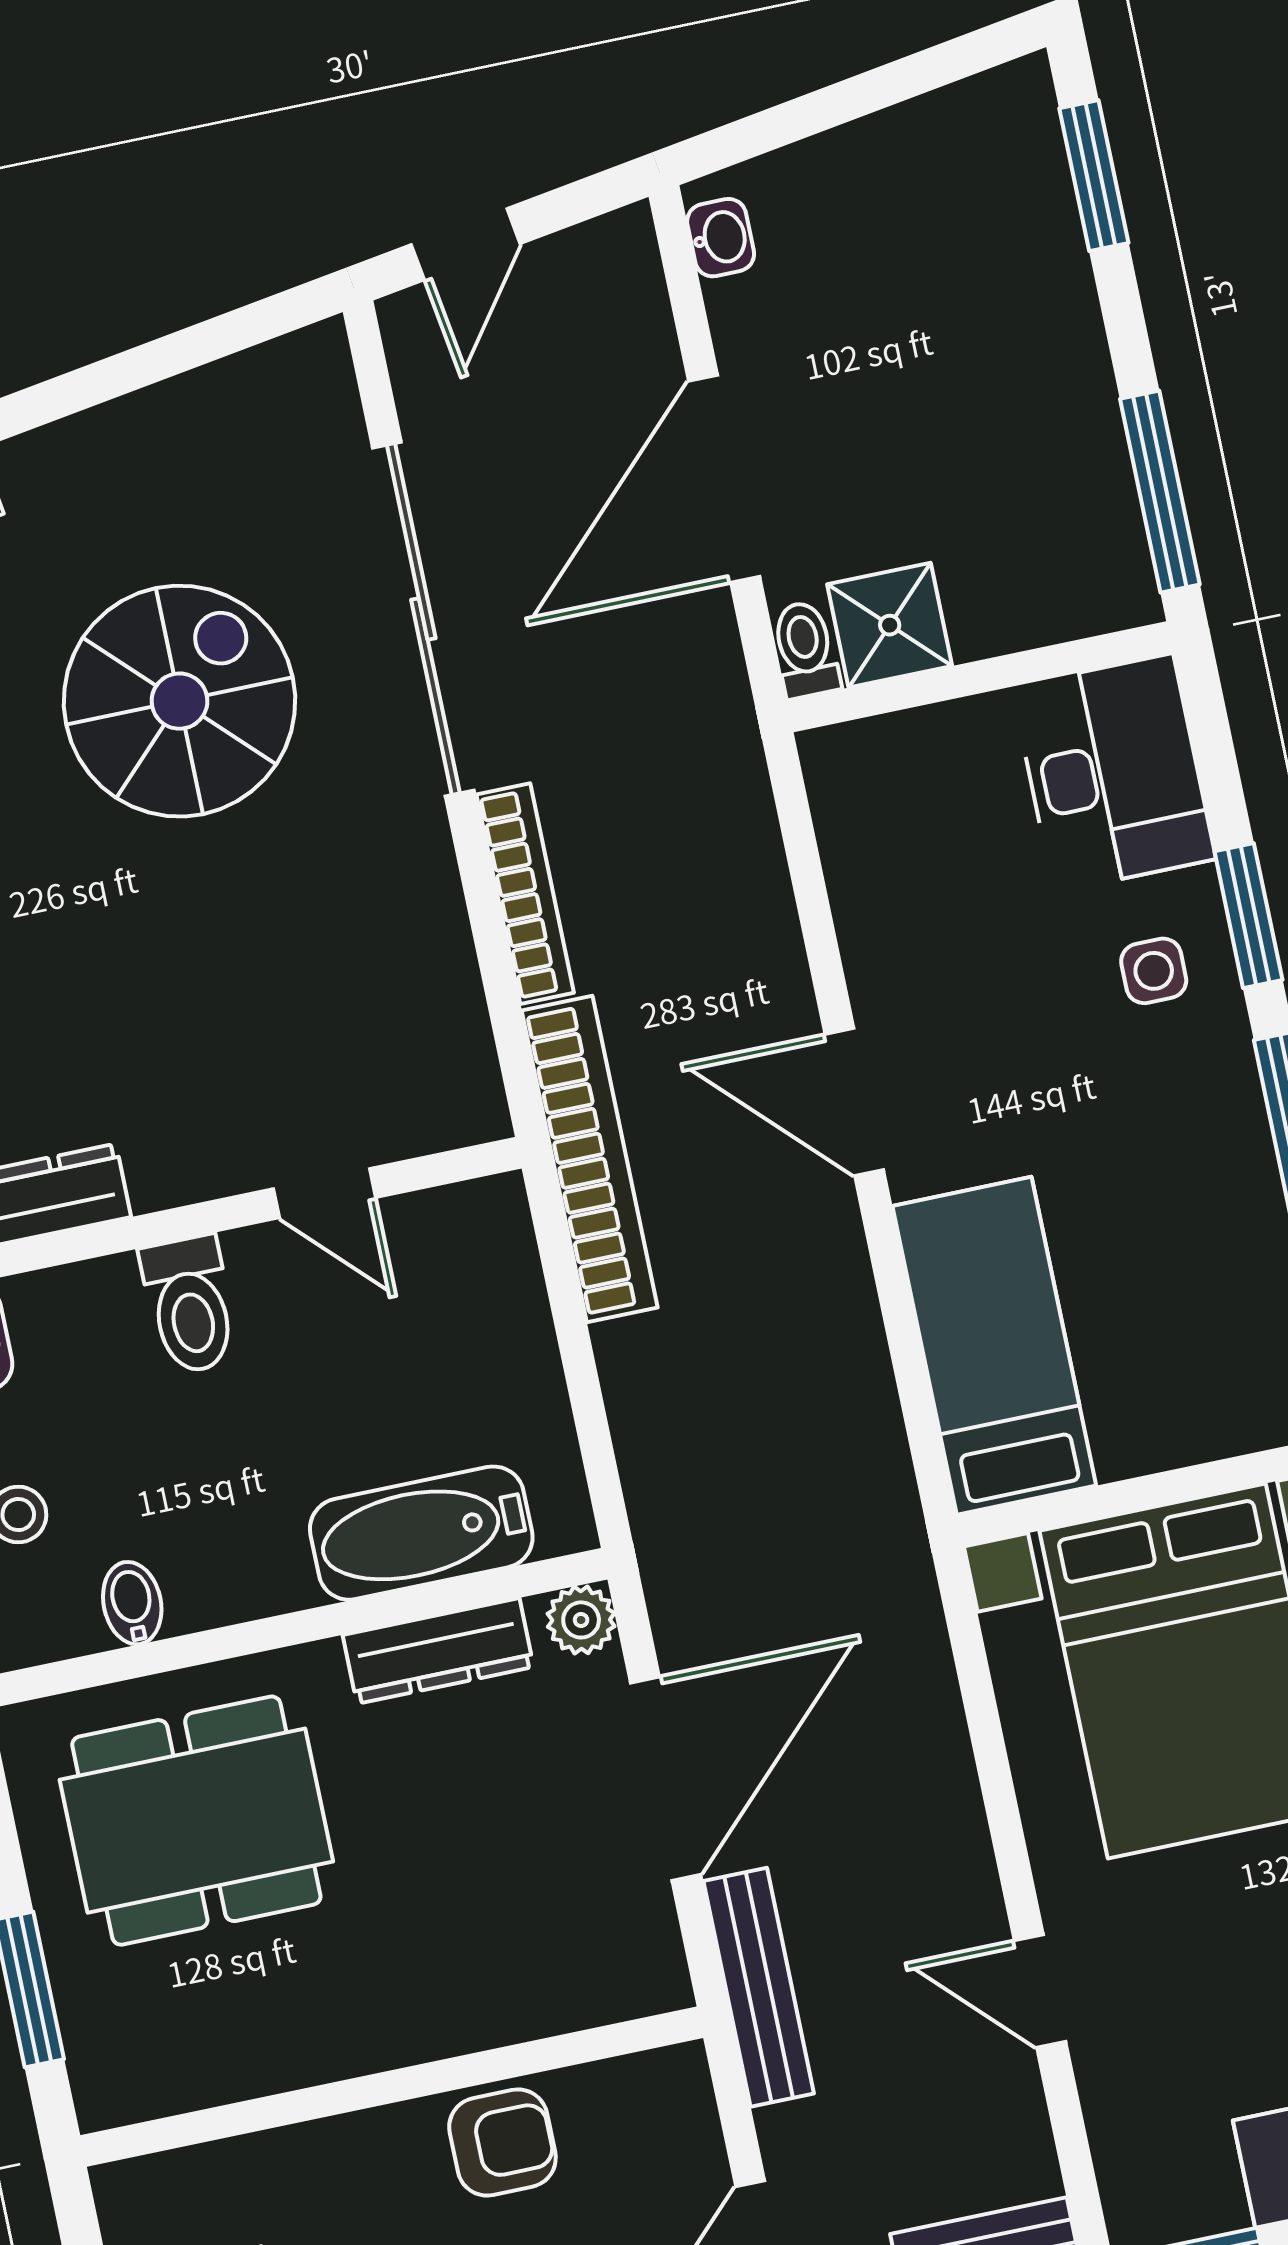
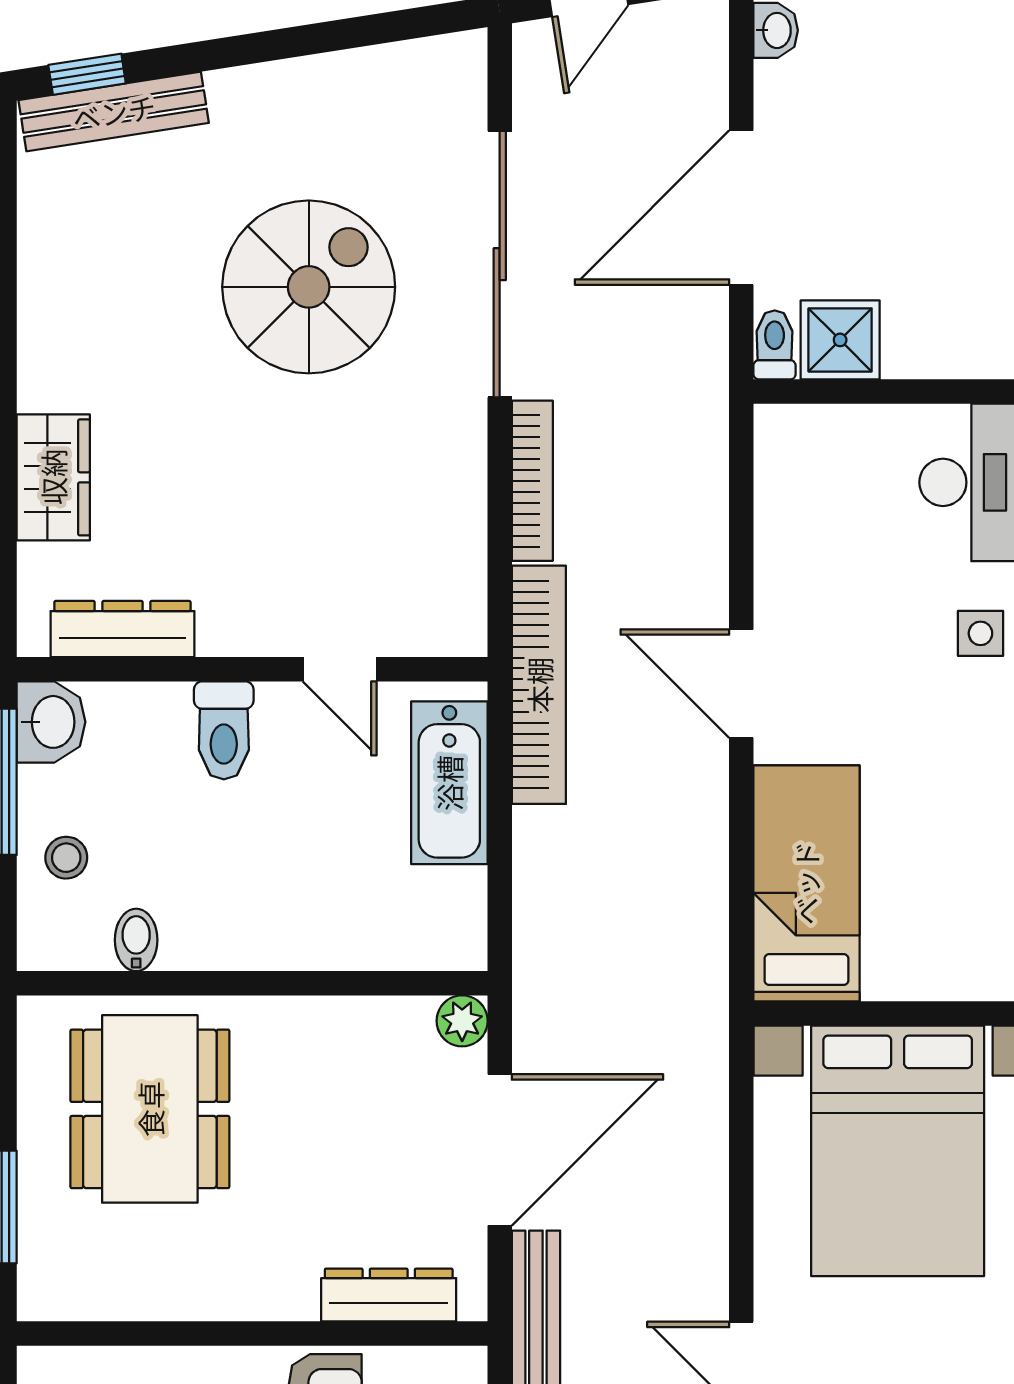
bathtub: (421, 1533) -> (449, 783), moved, turned -90
dresser: (438, 1651) -> (389, 1295), moved, turned 180
dining table: (196, 1821) -> (150, 1109), turned 90

